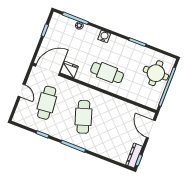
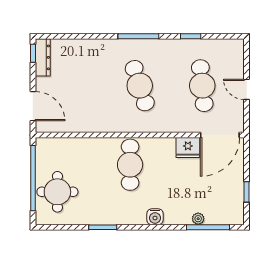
cafe table: (107, 73) -> (130, 165), turned 90

